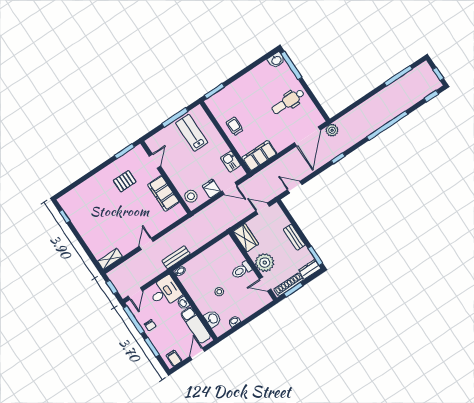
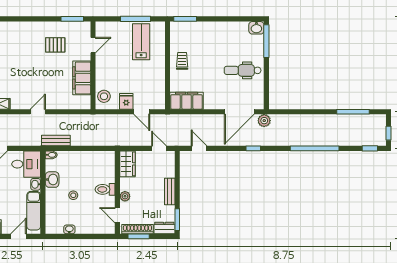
kitchen sink: (231, 161) -> (158, 89), removed
plant: (265, 263) -> (125, 196), width x0.53, depth x0.53
washbasin: (213, 319) -> (52, 180), moved

